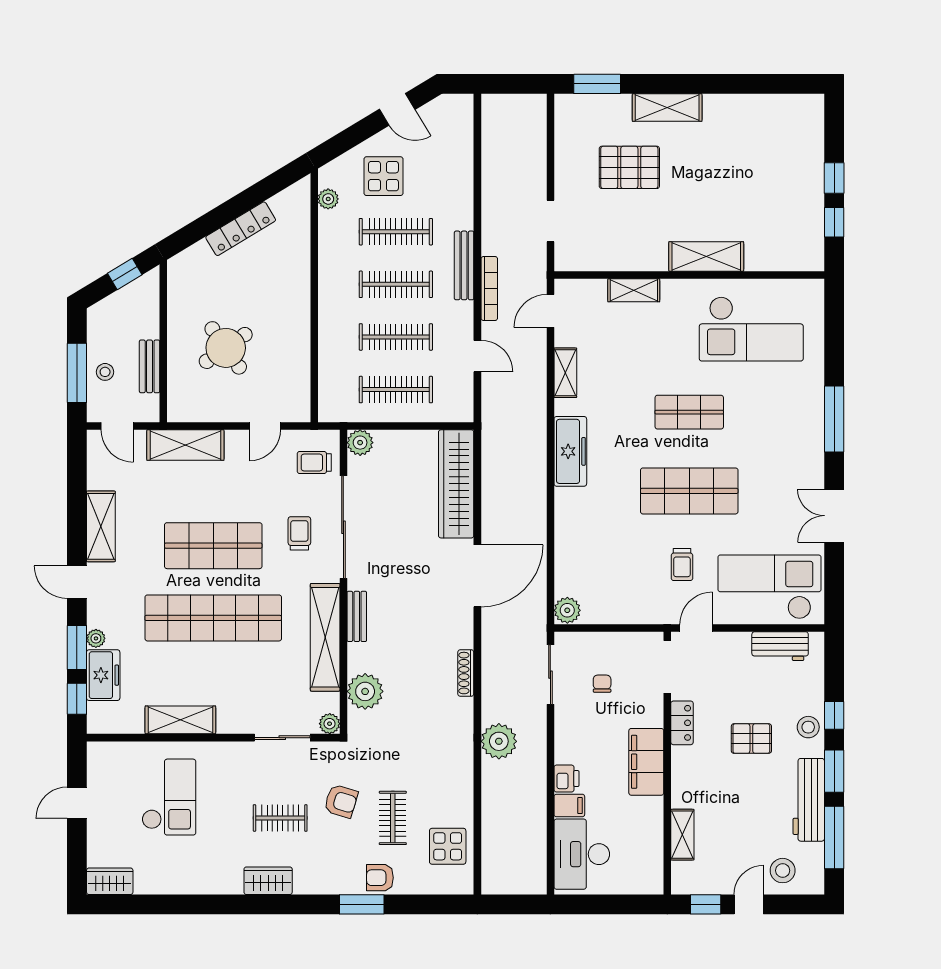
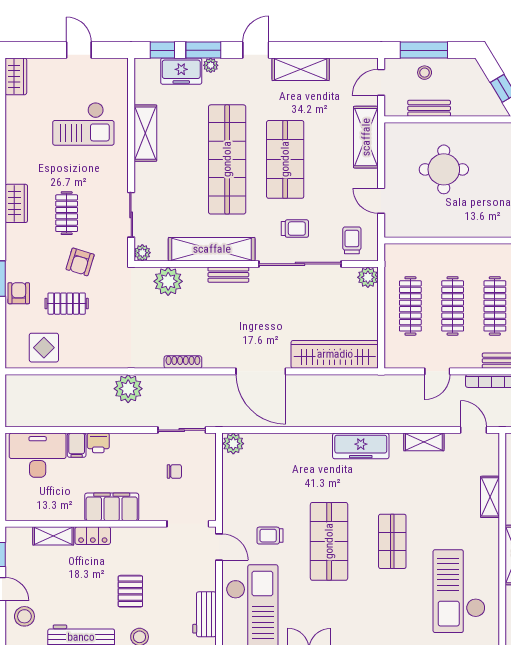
round table: (226, 348) -> (444, 169), turned 35
locker: (682, 723) -> (93, 536), moved

